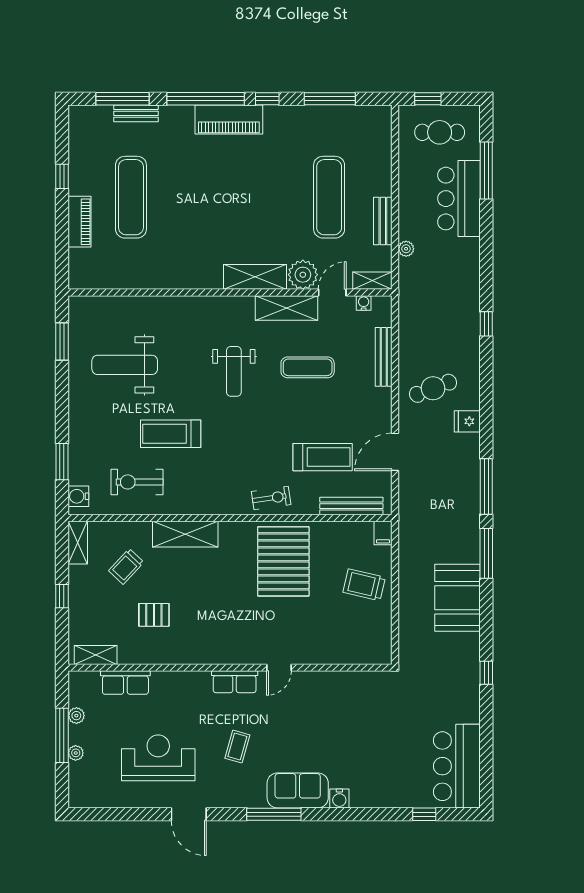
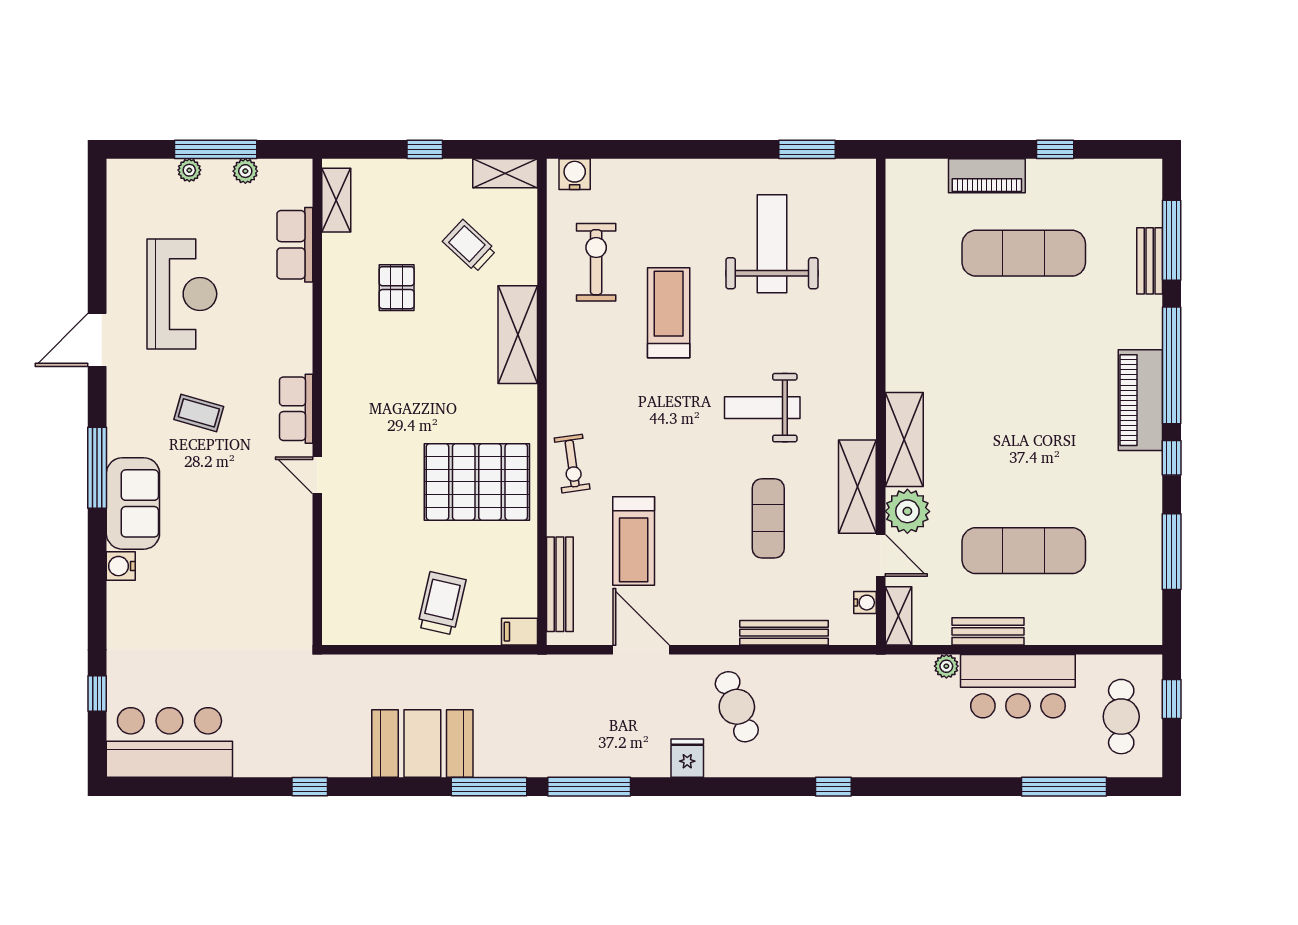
bar counter: (459, 199) -> (1018, 686), moved, turned 180
window: (62, 462) -> (627, 149), removed

